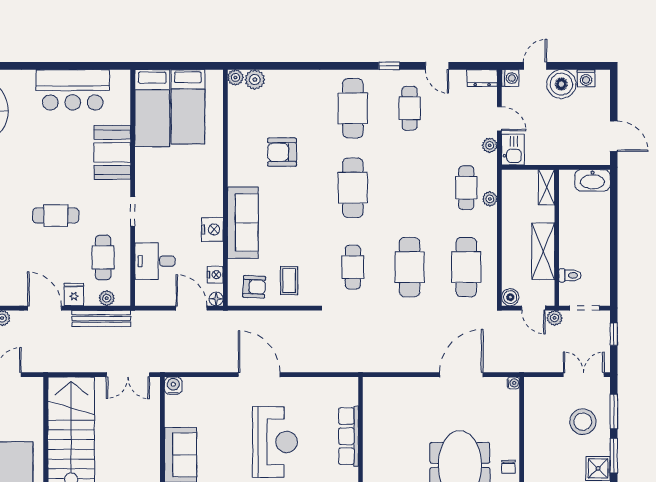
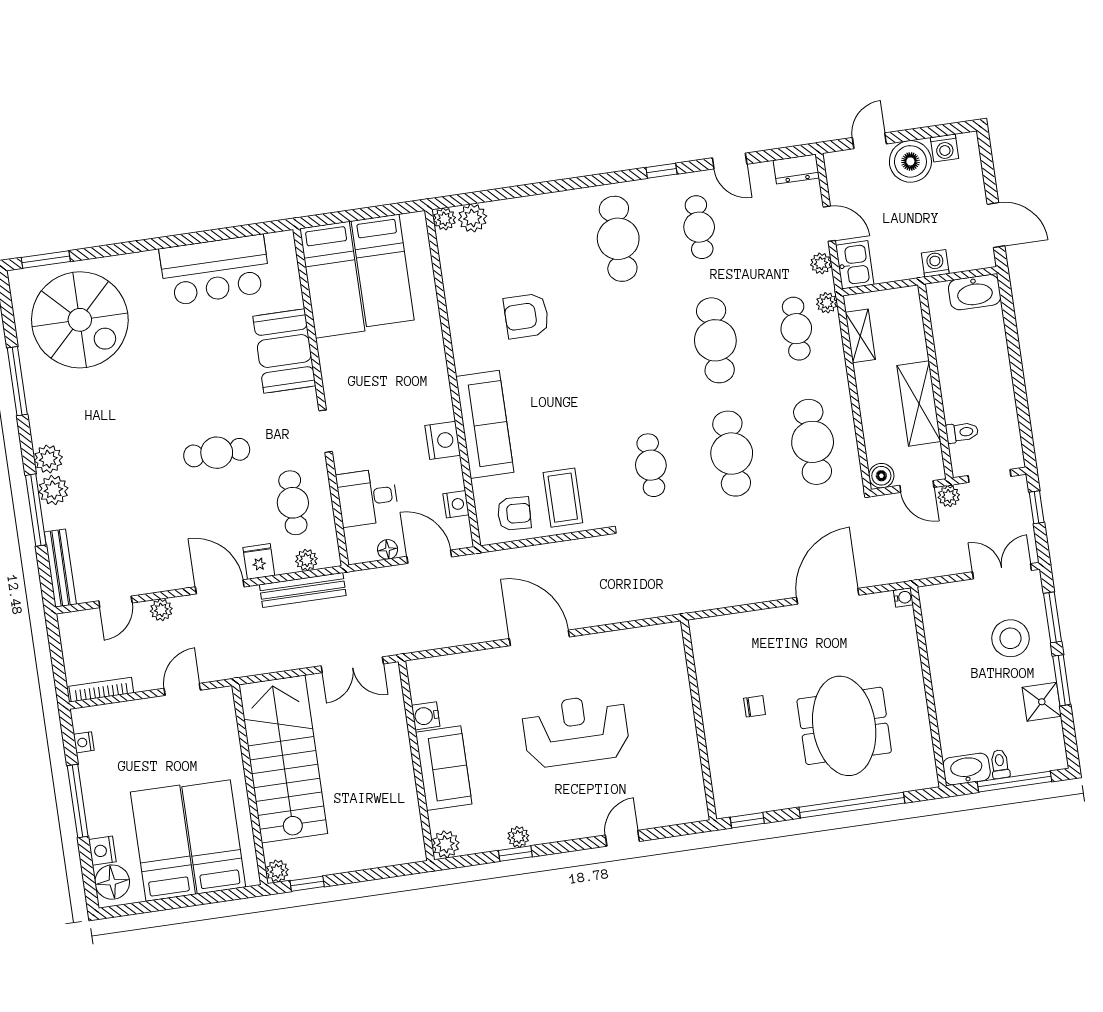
washing machine: (510, 78) -> (935, 263), moved, turned -90
shelving: (547, 187) -> (860, 336), moved
cafe table: (353, 188) -> (715, 340), moved
plant: (490, 199) -> (827, 303), moved
coffee table: (289, 281) -> (563, 498), width x1.36, depth x1.30
floor lamp: (216, 299) -> (388, 549), moved
water cooler: (173, 386) -> (426, 716), moved, turned -90
row of seats: (349, 436) -> (679, 707), removed
reception desk: (275, 442) -> (576, 731), turned -90
chair: (508, 467) -> (755, 706), moved, turned -90

